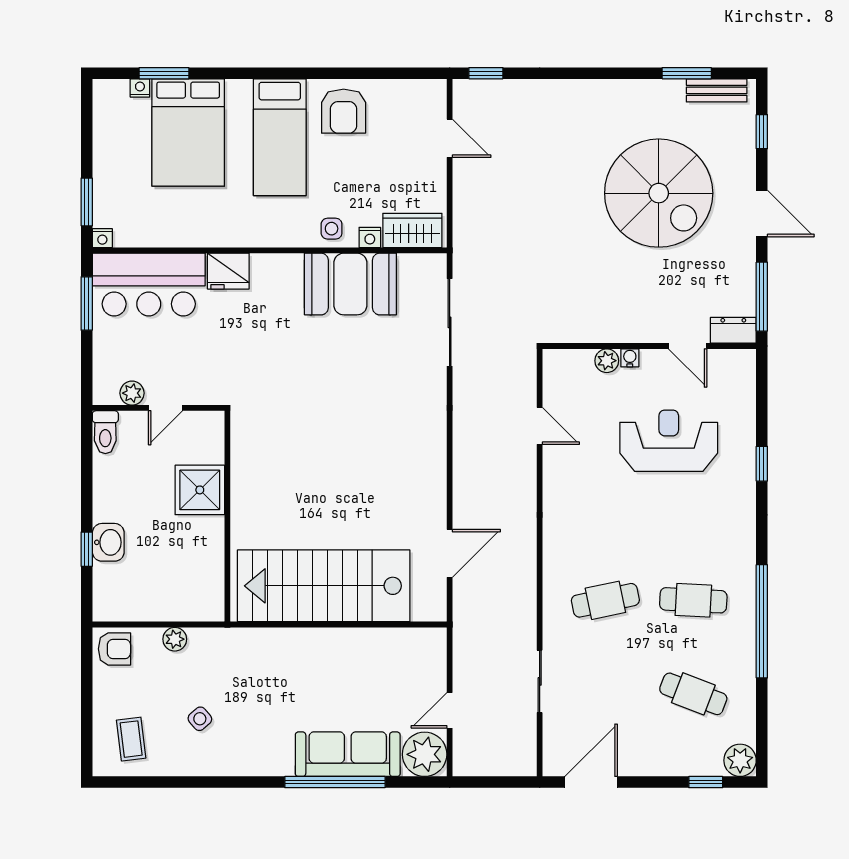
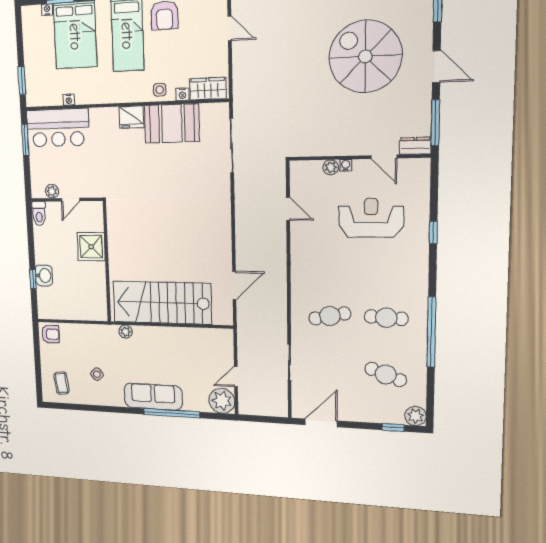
spiral stairs: (659, 193) -> (365, 56), turned 180
nightstand: (102, 238) -> (69, 100), moved
fridge: (228, 271) -> (131, 117), moved
plant: (175, 639) -> (125, 332), moved
sofa: (348, 754) -> (153, 397), moved

